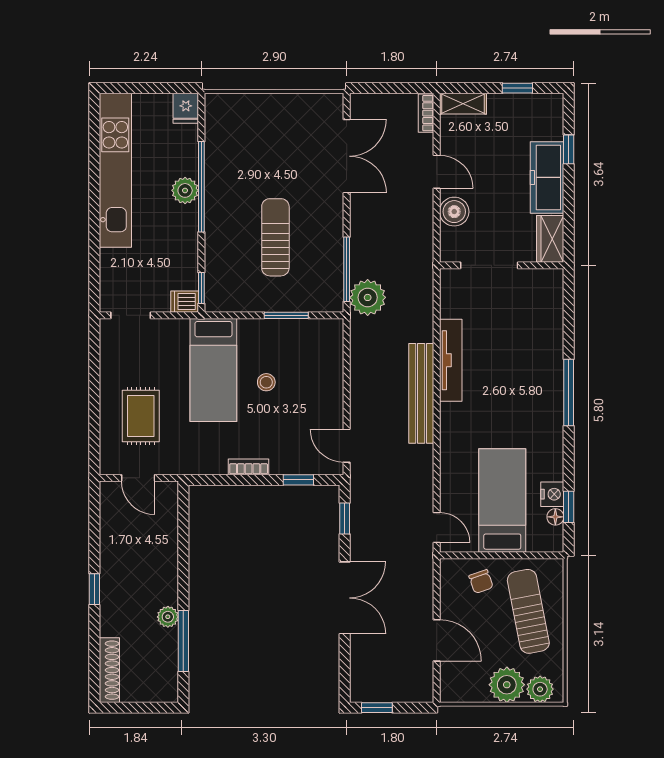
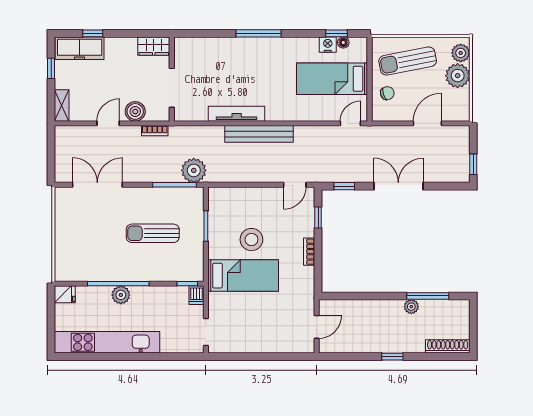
bookcase: (426, 113) -> (155, 131), moved
freezer: (547, 177) -> (80, 48), moved
stool: (266, 382) -> (251, 240), width x1.89, depth x1.89
rug: (141, 416) -> (275, 325), removed

